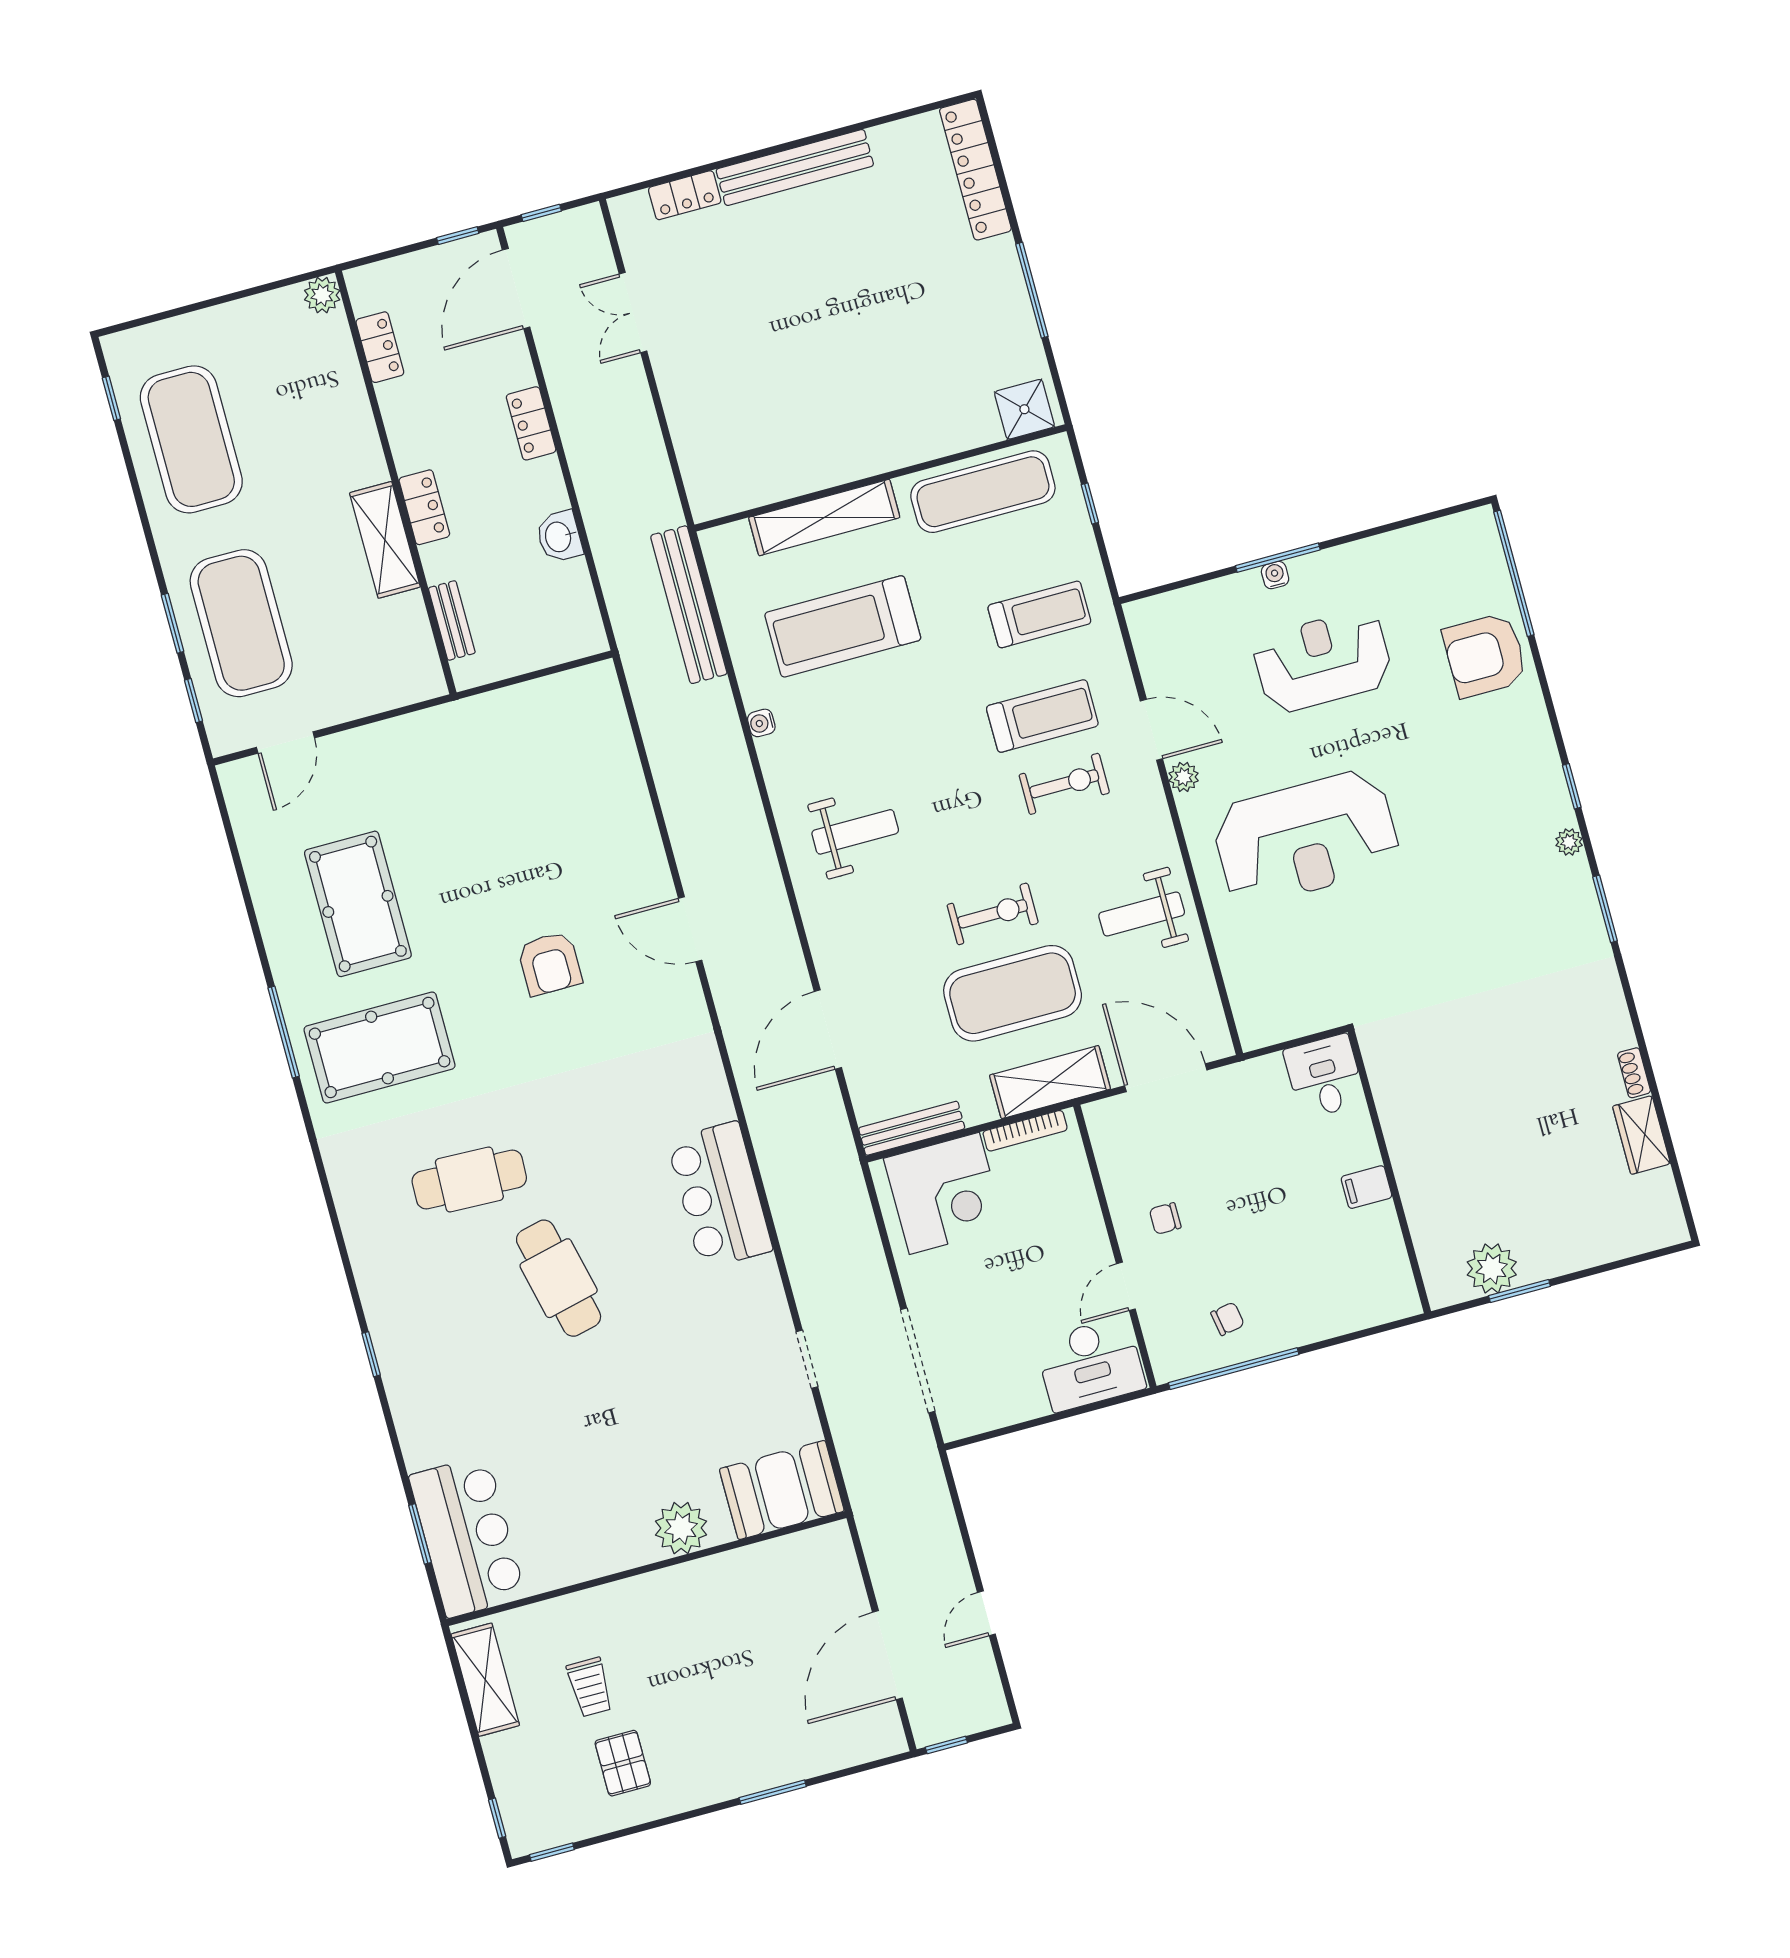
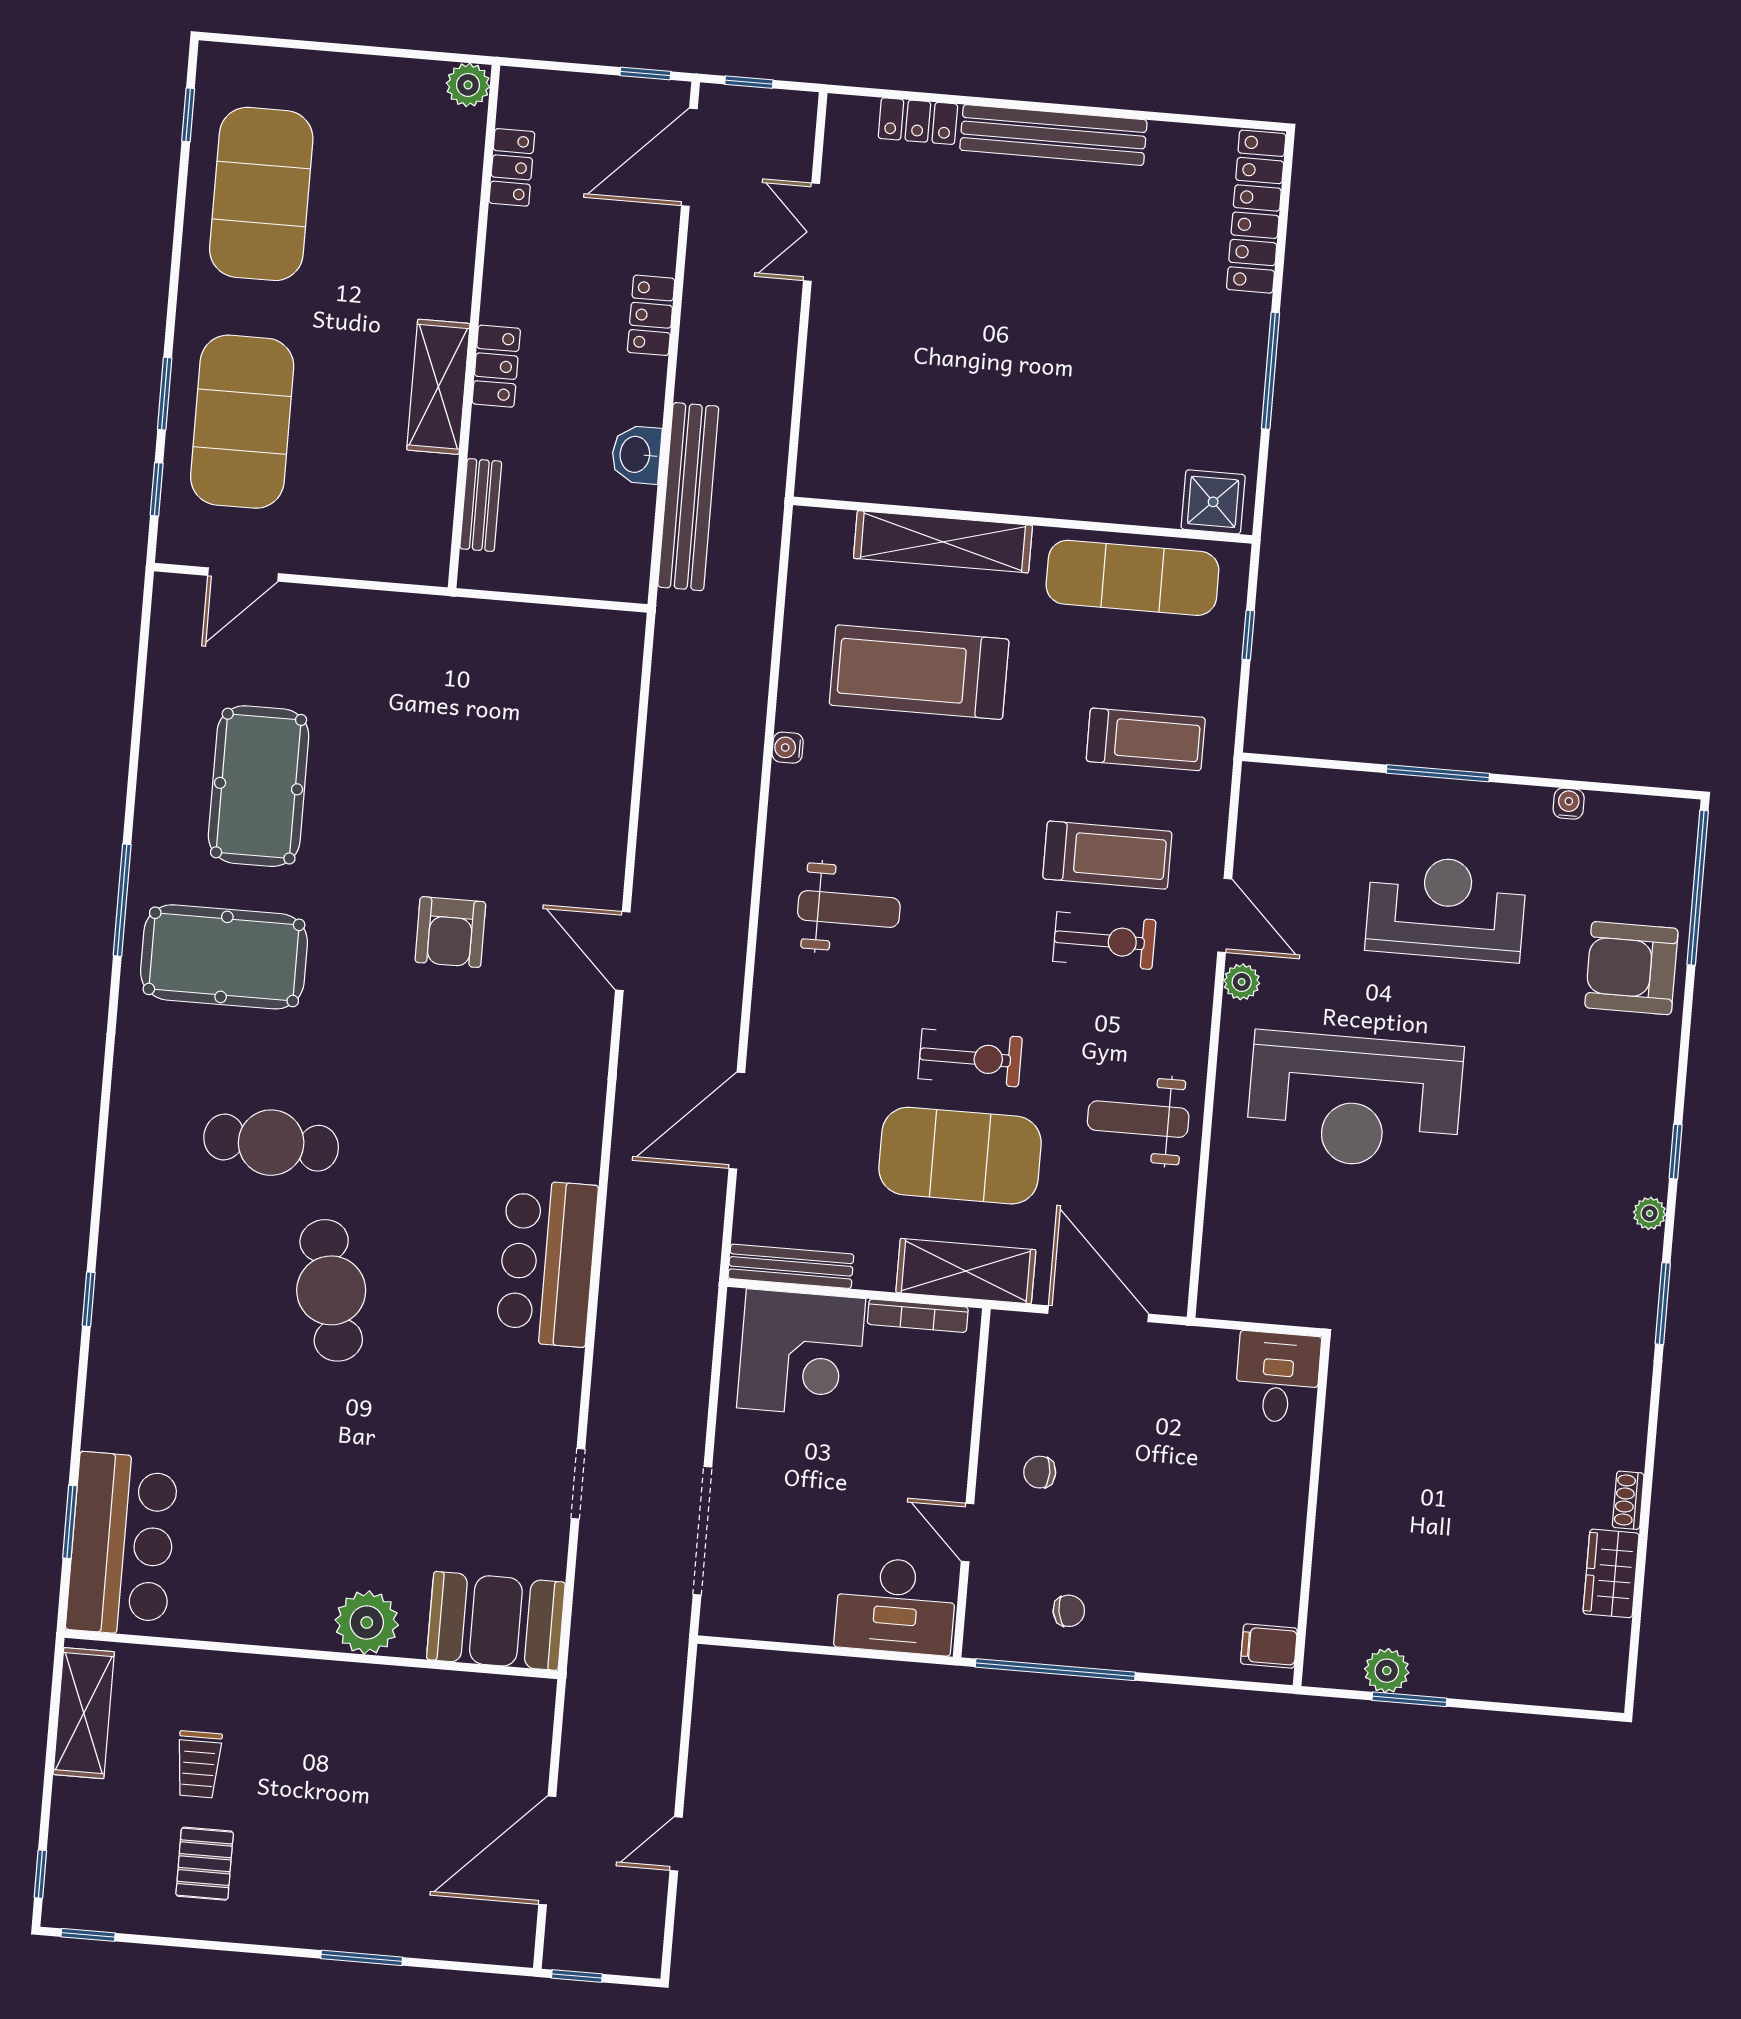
water cooler: (1275, 575) -> (1569, 804), moved
bench: (689, 605) -> (688, 497), moved
filing cabinet: (1366, 1187) -> (1269, 1646), moved
plant: (1492, 1268) -> (1387, 1671), width x0.73, depth x0.73
door: (1126, 1286) -> (968, 1532), hinge flipped

